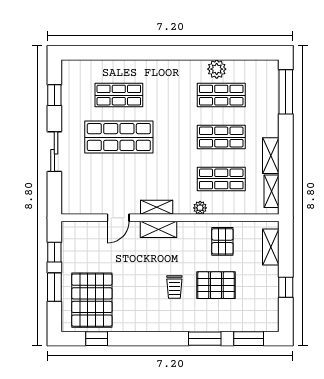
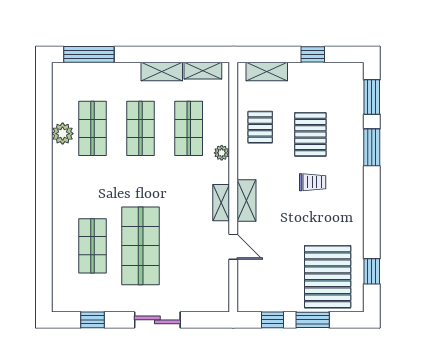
pallet: (222, 241) -> (260, 127), turned 90
pallet: (92, 300) -> (328, 277), turned 90

